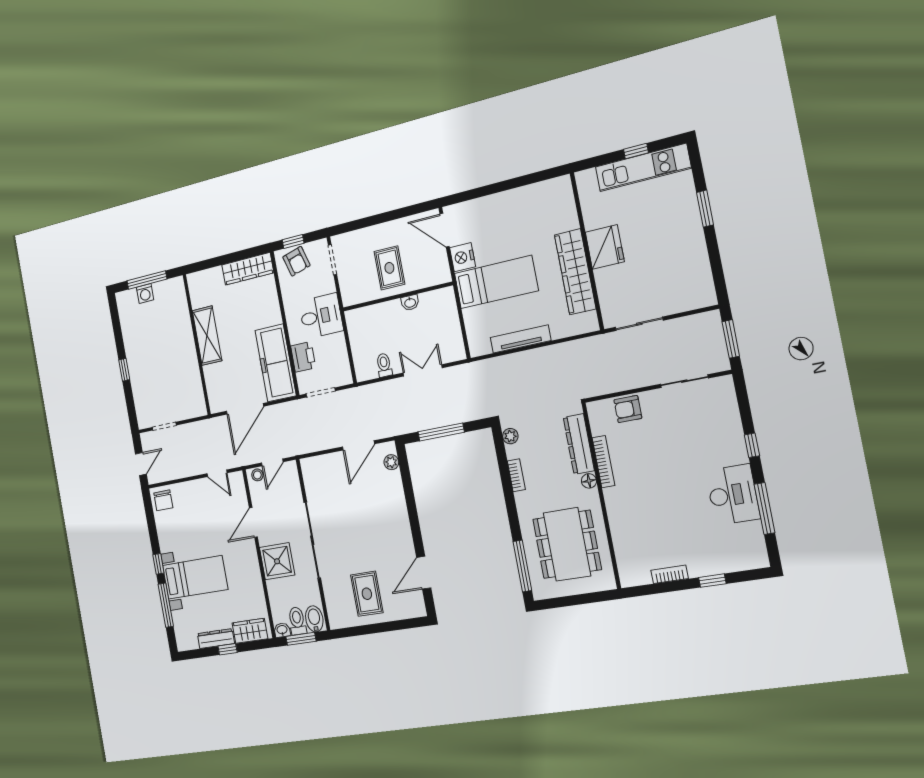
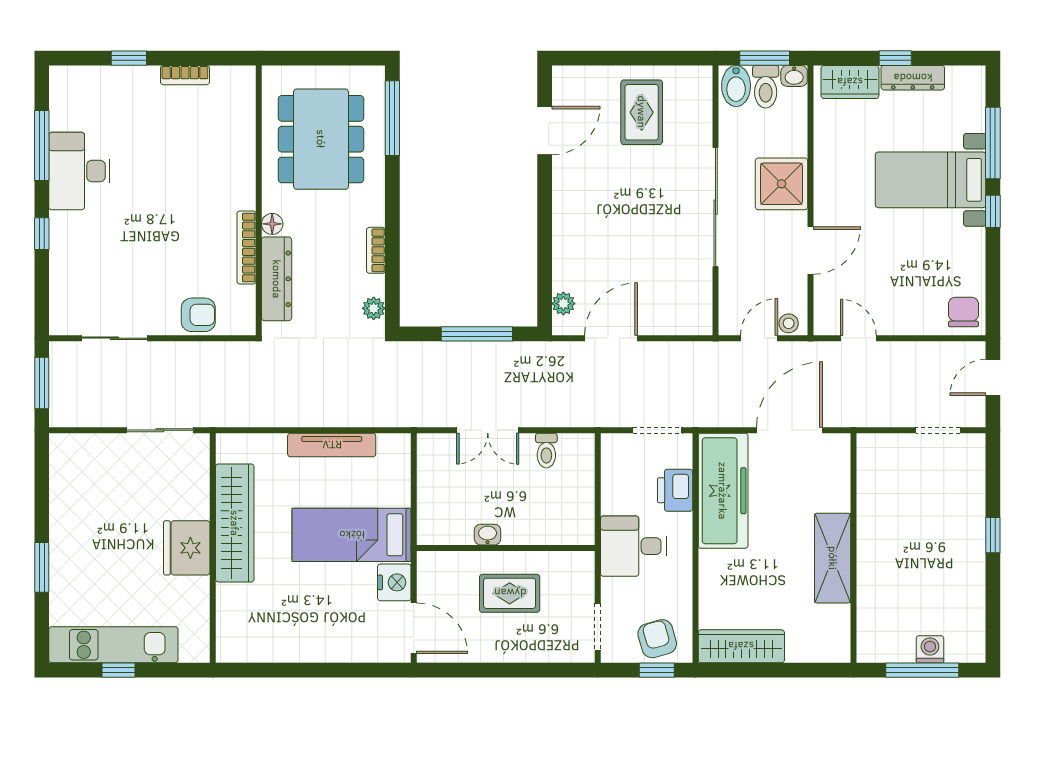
rug: (389, 268) -> (510, 593), turned 90

